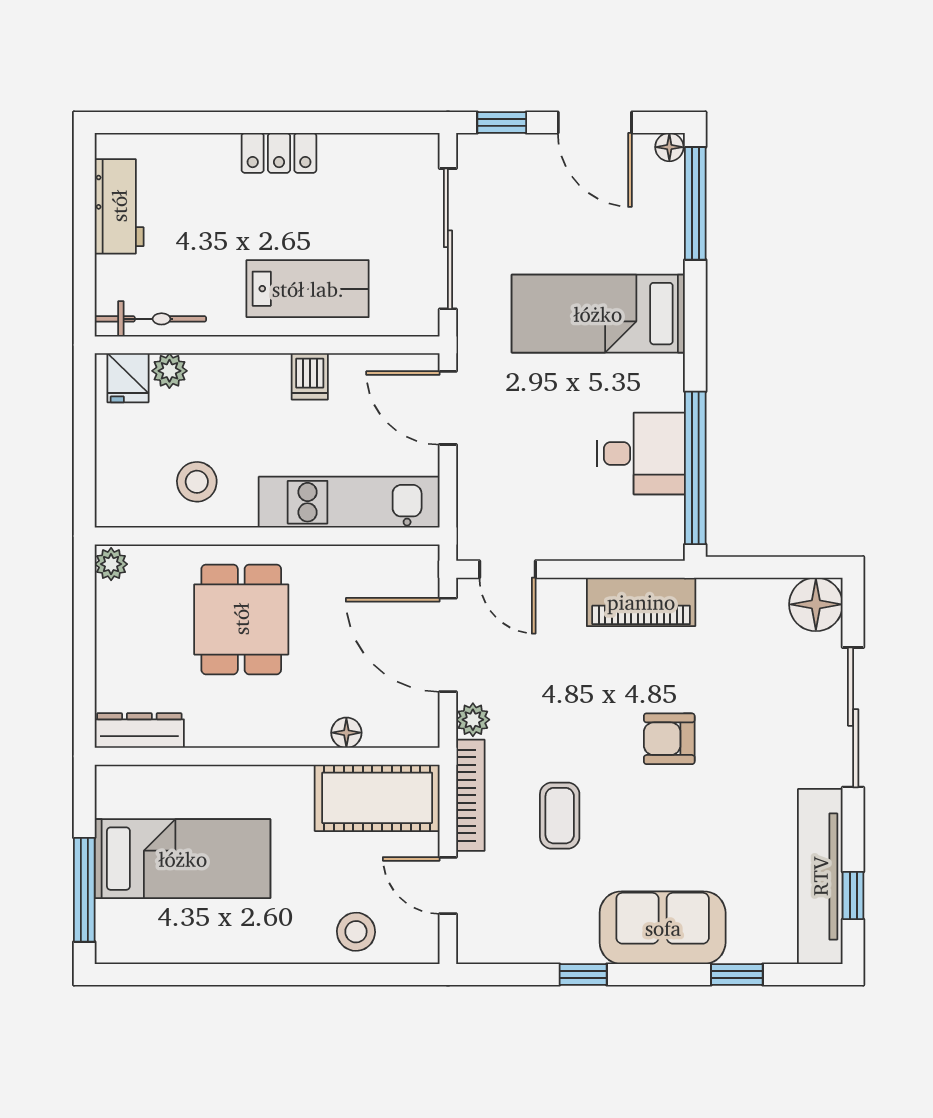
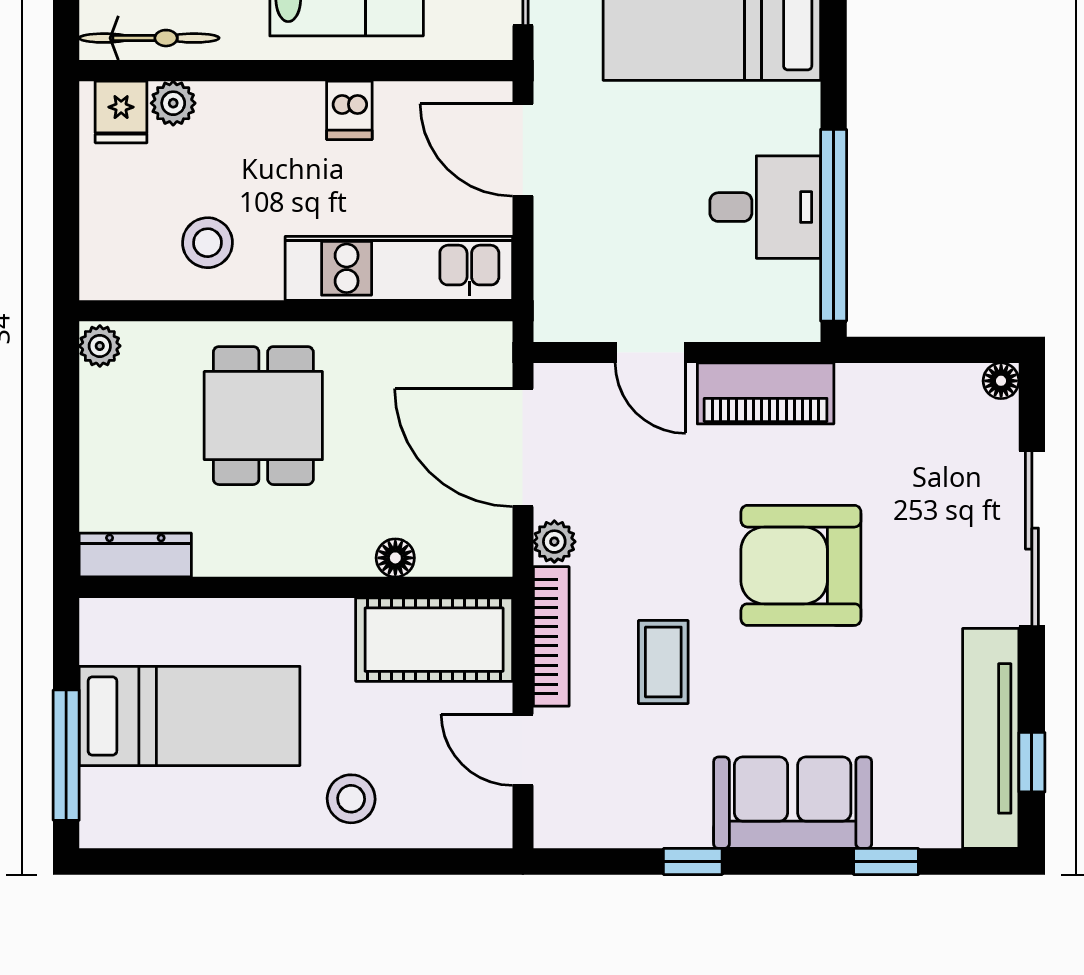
door: (507, 569) -> (650, 353), moved
floor lamp: (816, 604) -> (1001, 381), width x0.53, depth x0.53
armchair: (669, 739) -> (801, 565), width x1.88, depth x1.88
stool: (356, 932) -> (351, 799), moved

